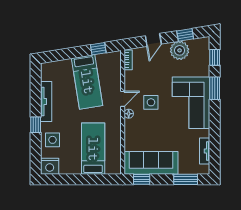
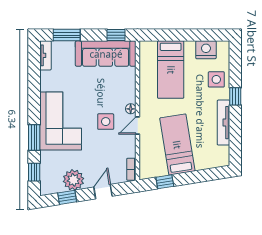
tv unit: (205, 151) -> (45, 55), moved
nightstand: (50, 166) -> (206, 50), moved

